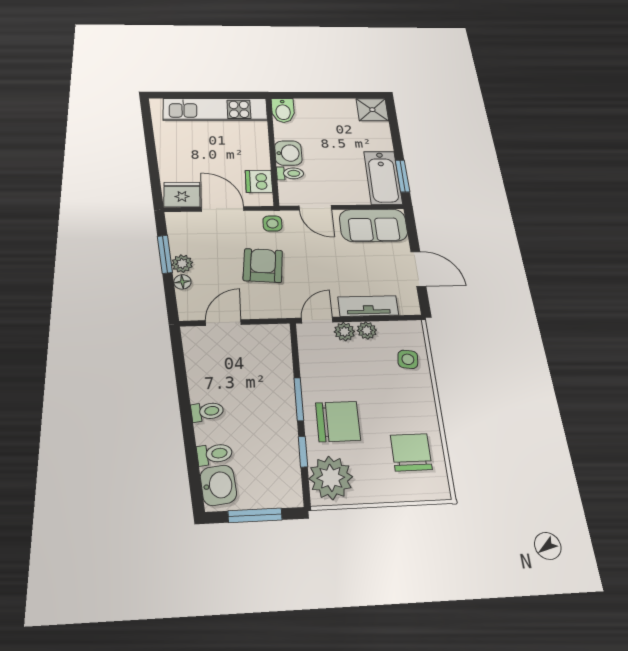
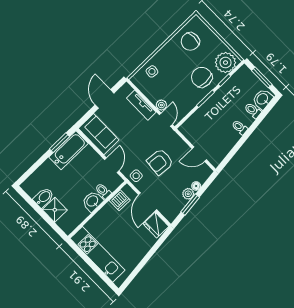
bidet: (283, 110) -> (44, 198), moved
shower: (372, 110) -> (55, 210), moved
door: (317, 320) -> (166, 120), swing flipped
plant: (367, 330) -> (153, 97), removed

